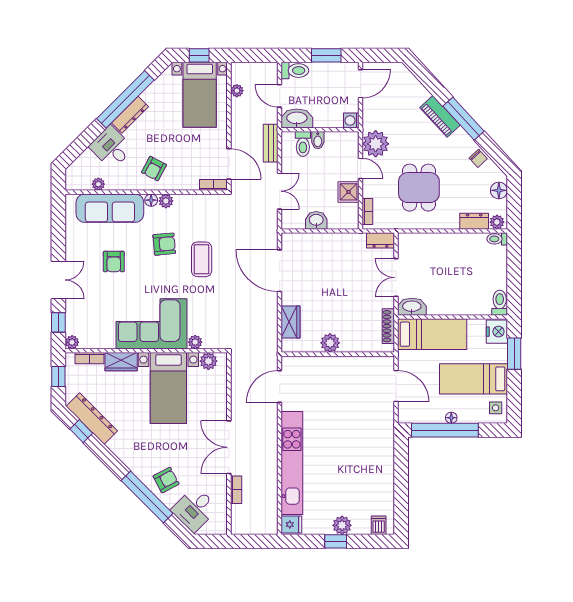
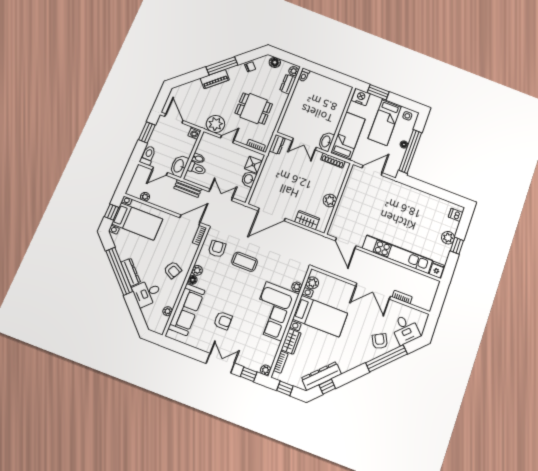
shower: (348, 192) -> (253, 165), moved
armchair: (164, 244) -> (217, 249), moved
toilet: (500, 303) -> (344, 89), removed

